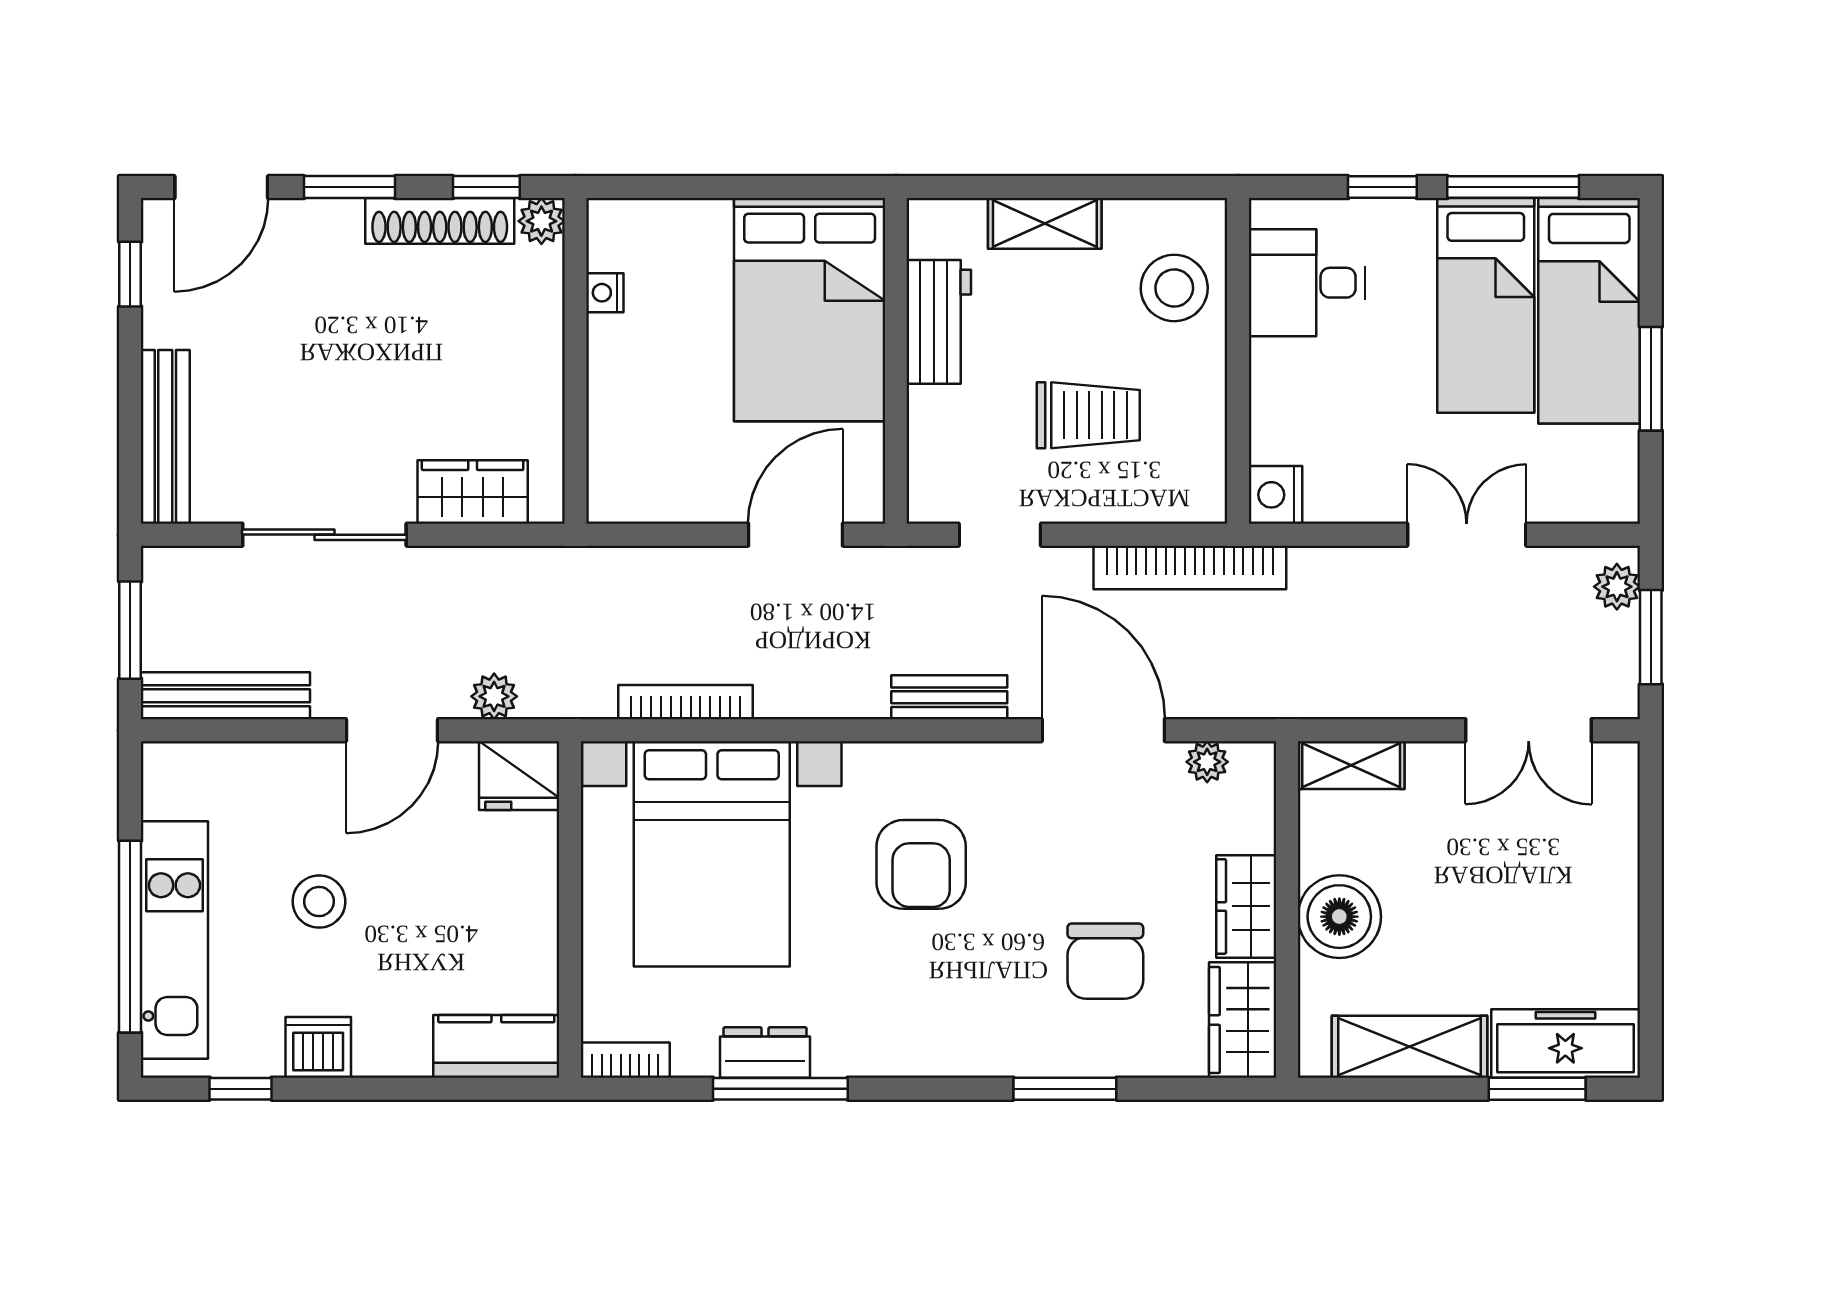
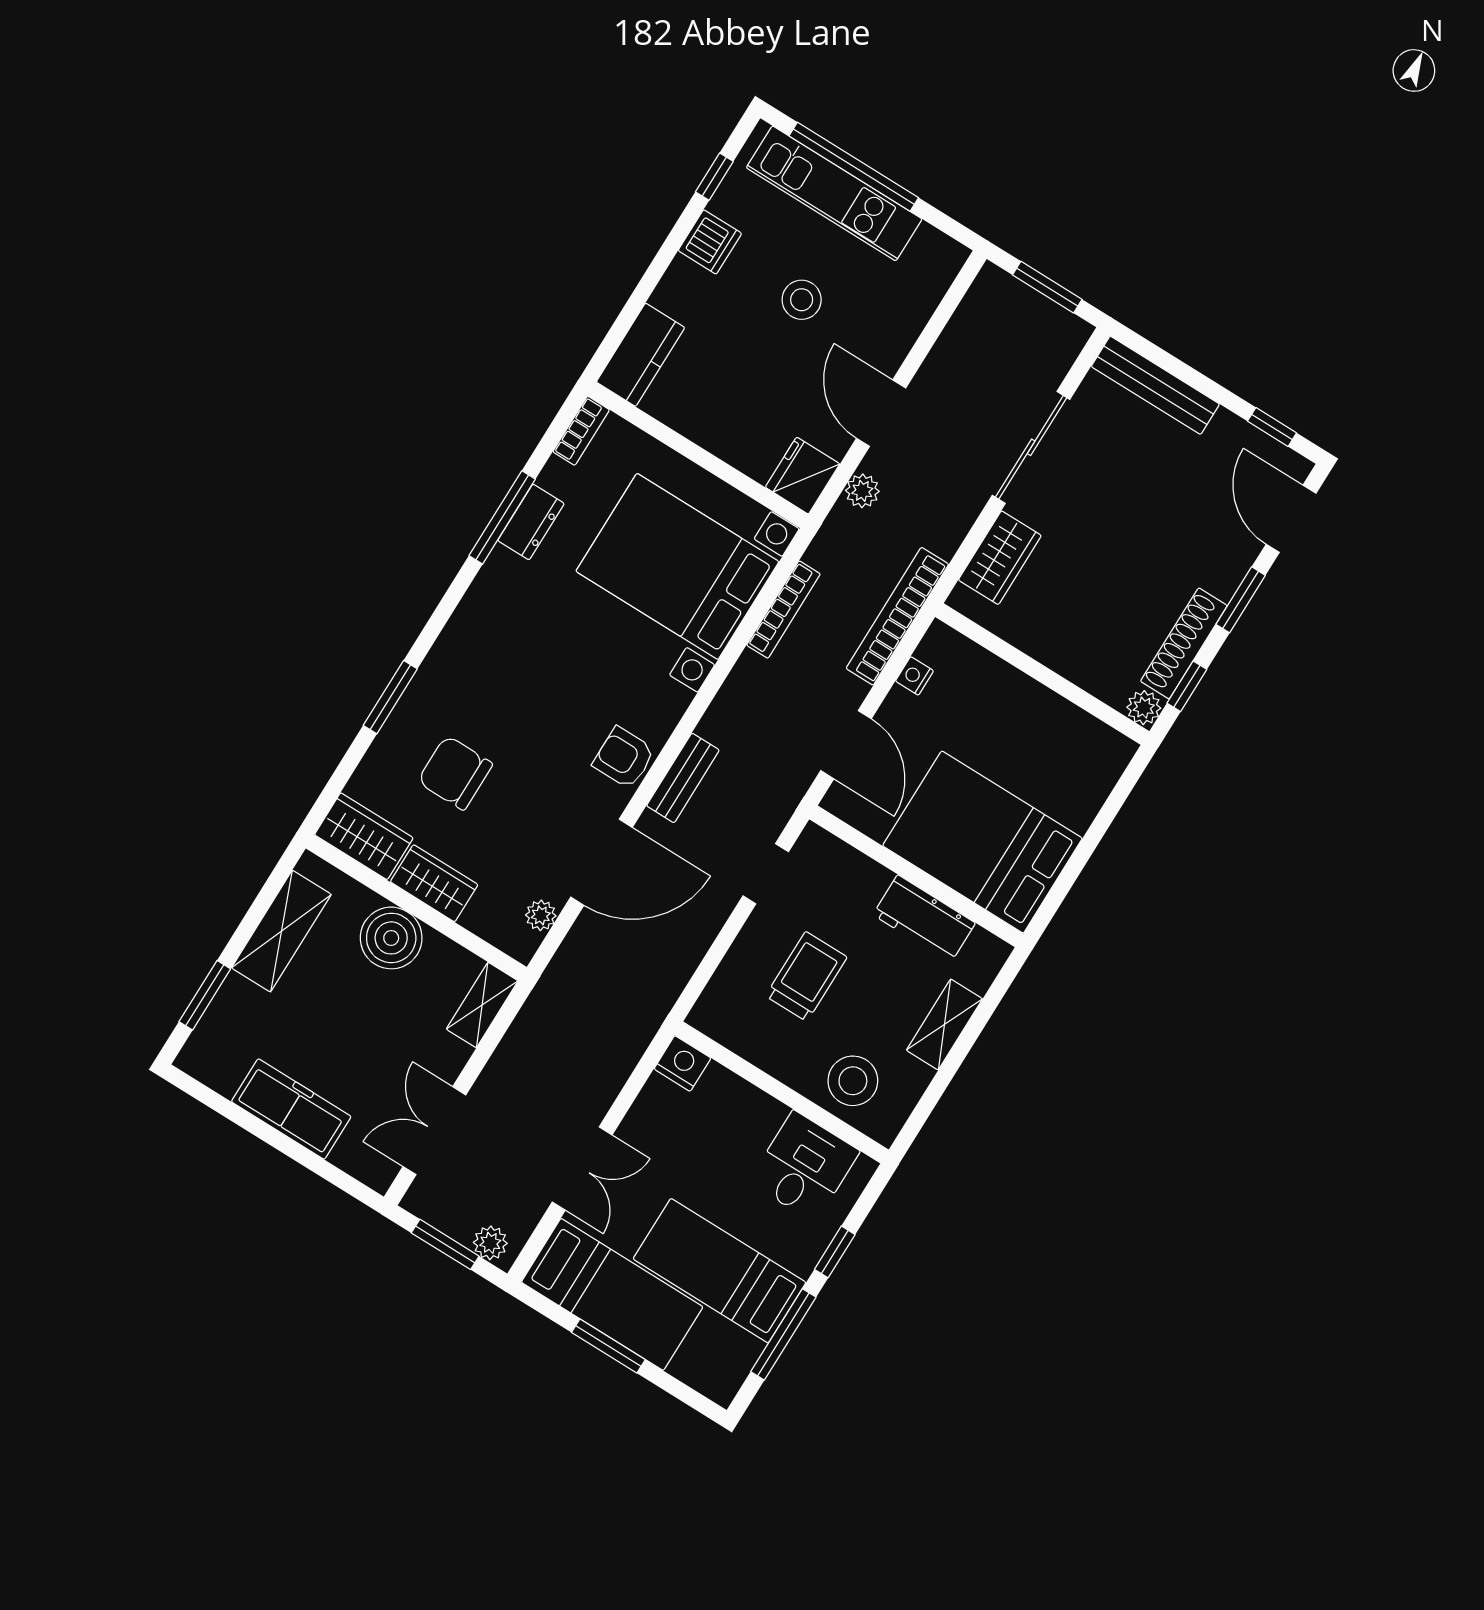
nightstand: (605, 293) -> (914, 676), moved, turned -90
bed: (1589, 311) -> (612, 1294), moved, turned 180
trolley: (1088, 415) -> (806, 977), turned 180
bookcase: (1190, 567) -> (897, 616), moved
bench: (225, 696) -> (968, 322), removed
armchair: (921, 864) -> (624, 758), moved, width x0.72, depth x0.72
freezer: (1565, 1043) -> (291, 1109), moved, turned -90

